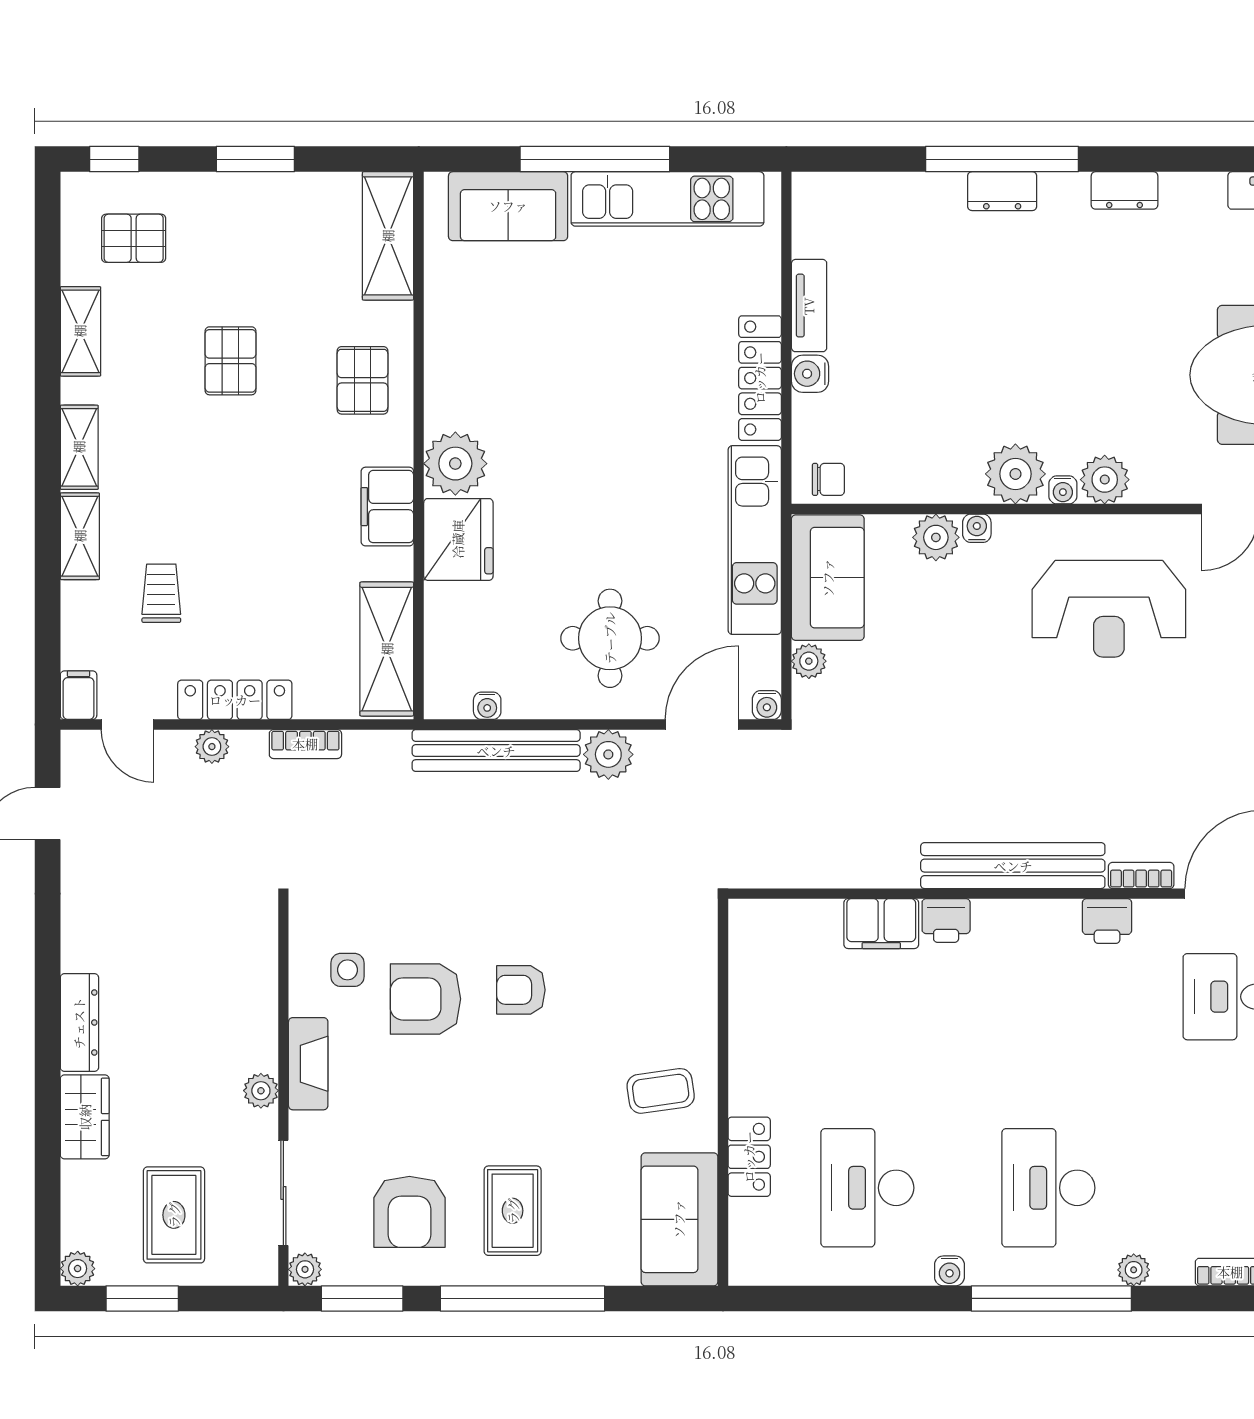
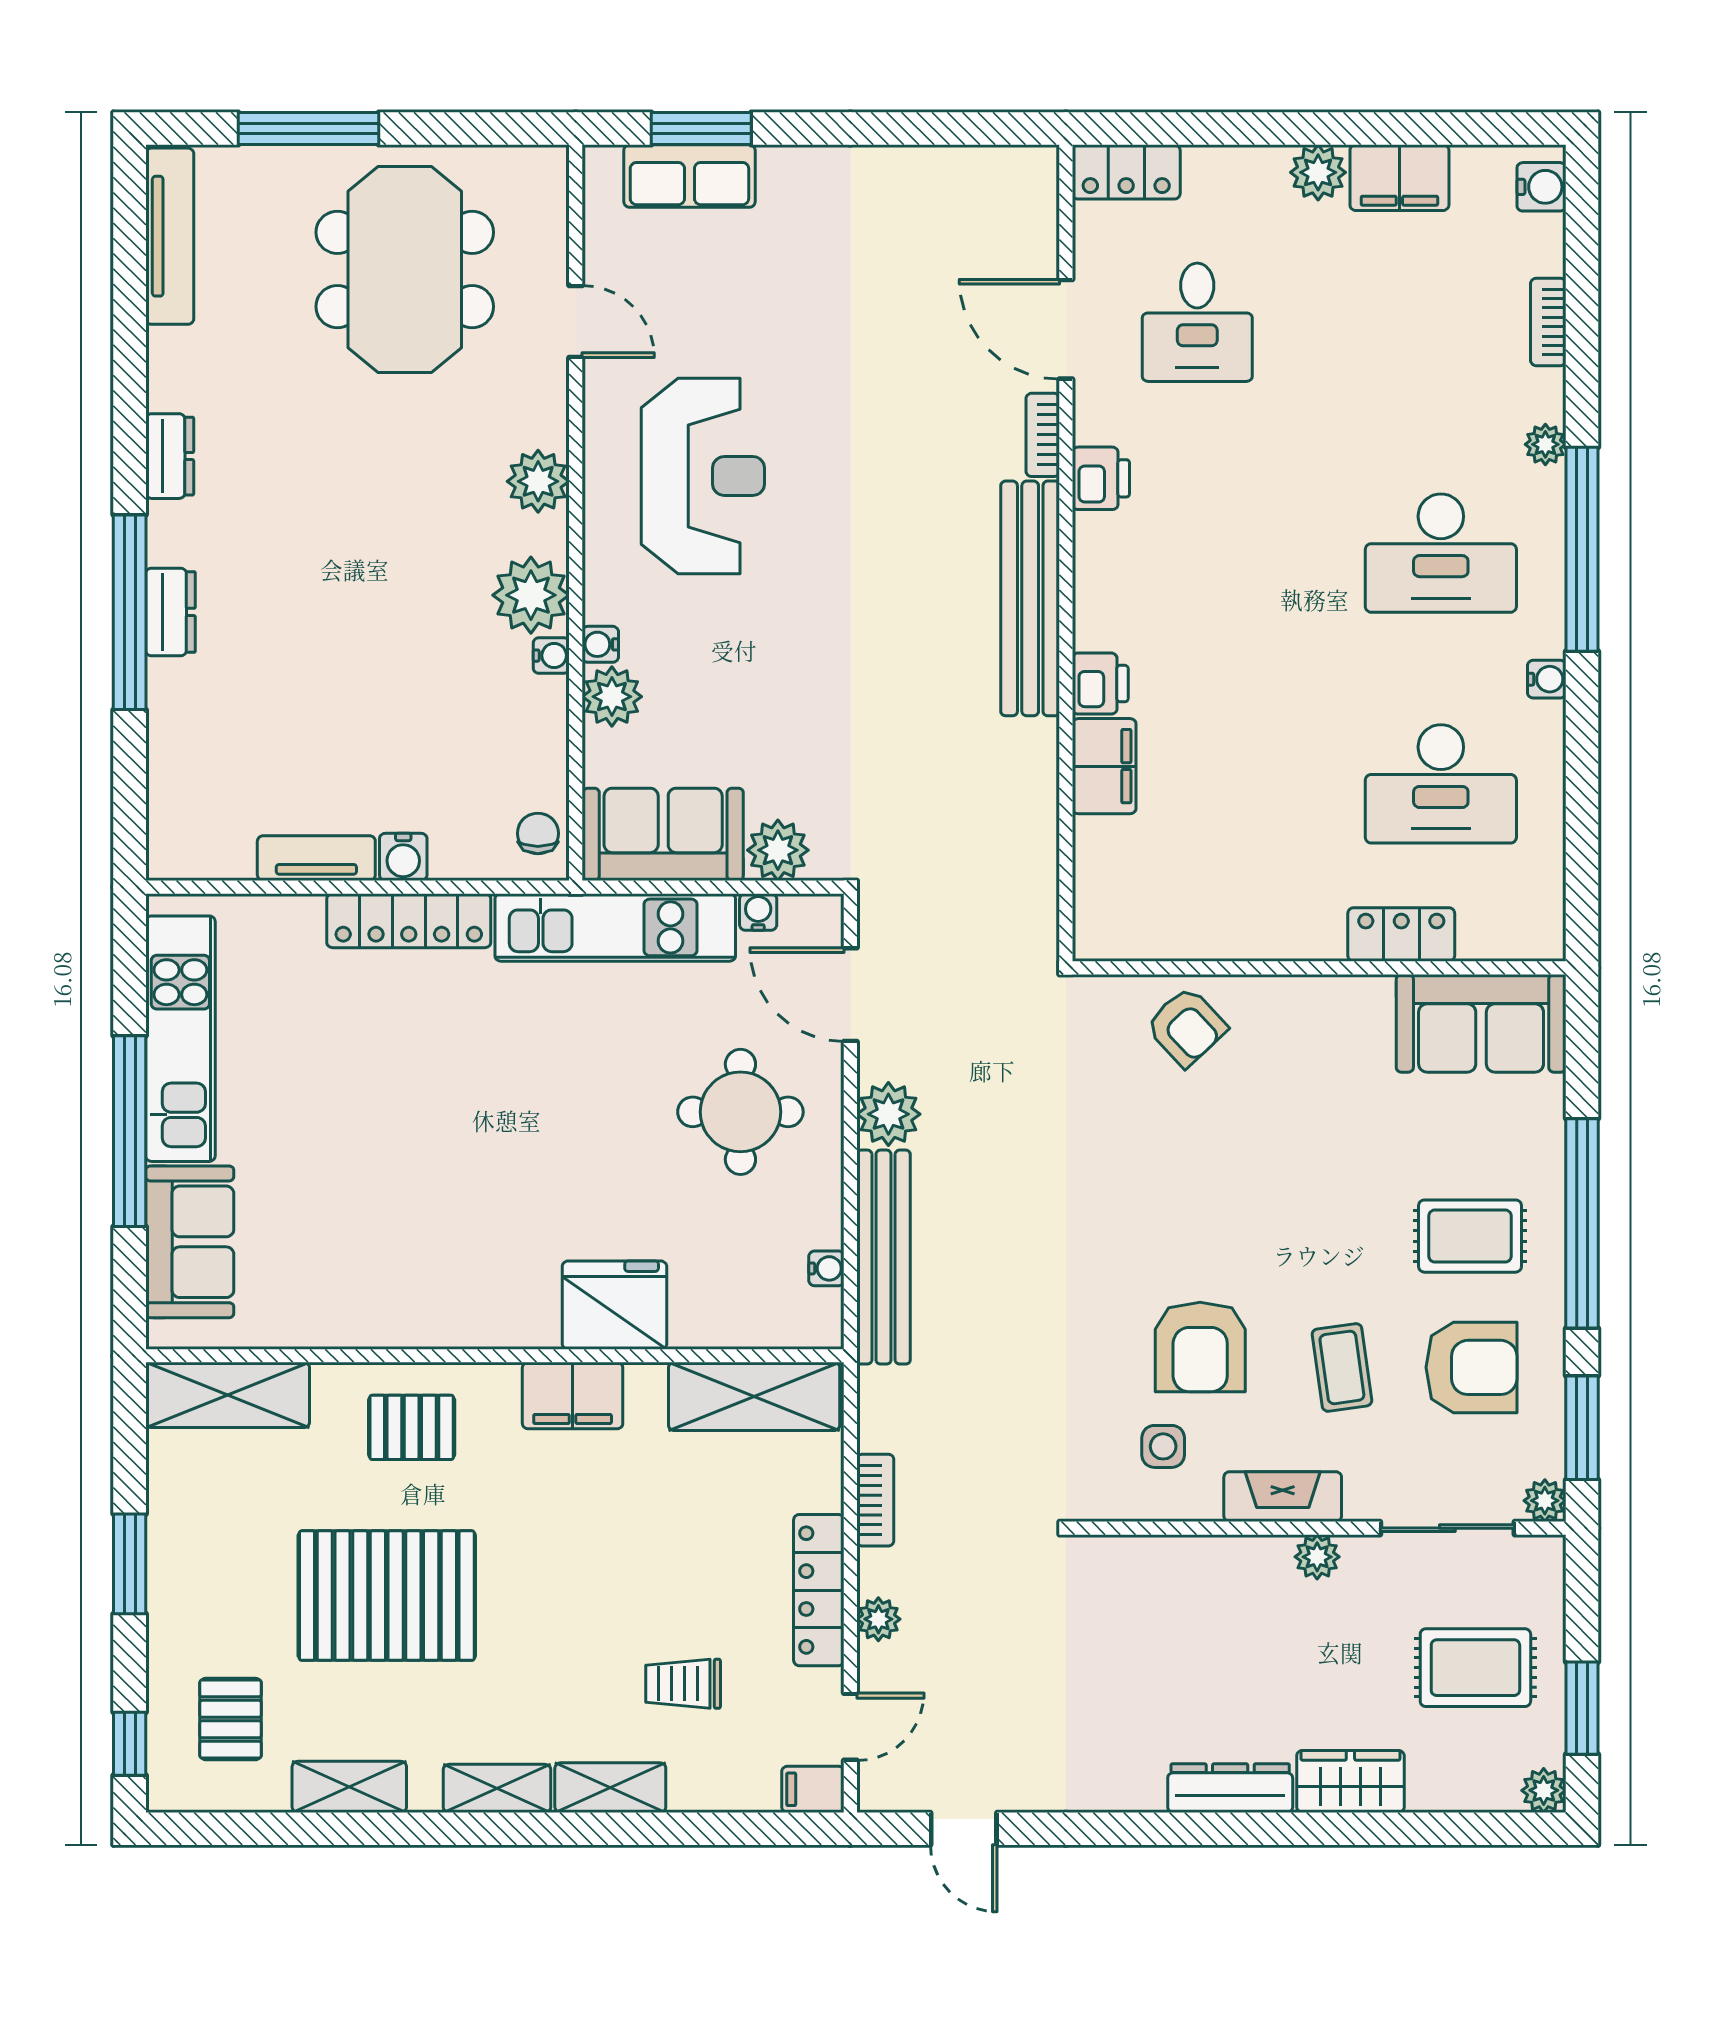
pallet: (231, 361) -> (387, 1596), width x2.05, depth x2.00
plant: (455, 464) -> (518, 1309), removed
water cooler: (1063, 490) -> (551, 656), moved
plant: (809, 661) -> (778, 850), width x1.38, depth x1.38
water cooler: (767, 705) -> (758, 912), moved, turned -90
armchair: (521, 990) -> (1186, 1027), moved, turned -43
coffee table: (661, 1091) -> (1342, 1367), moved

